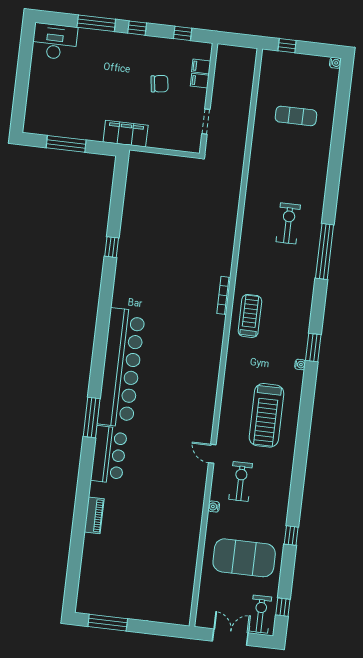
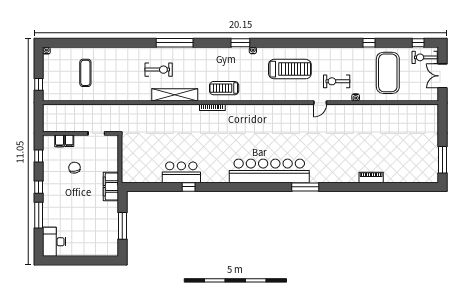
exercise bike: (288, 223) -> (159, 70), turned 180
shelving: (249, 243) -> (175, 95), added
bar counter: (109, 455) -> (181, 172), moved

